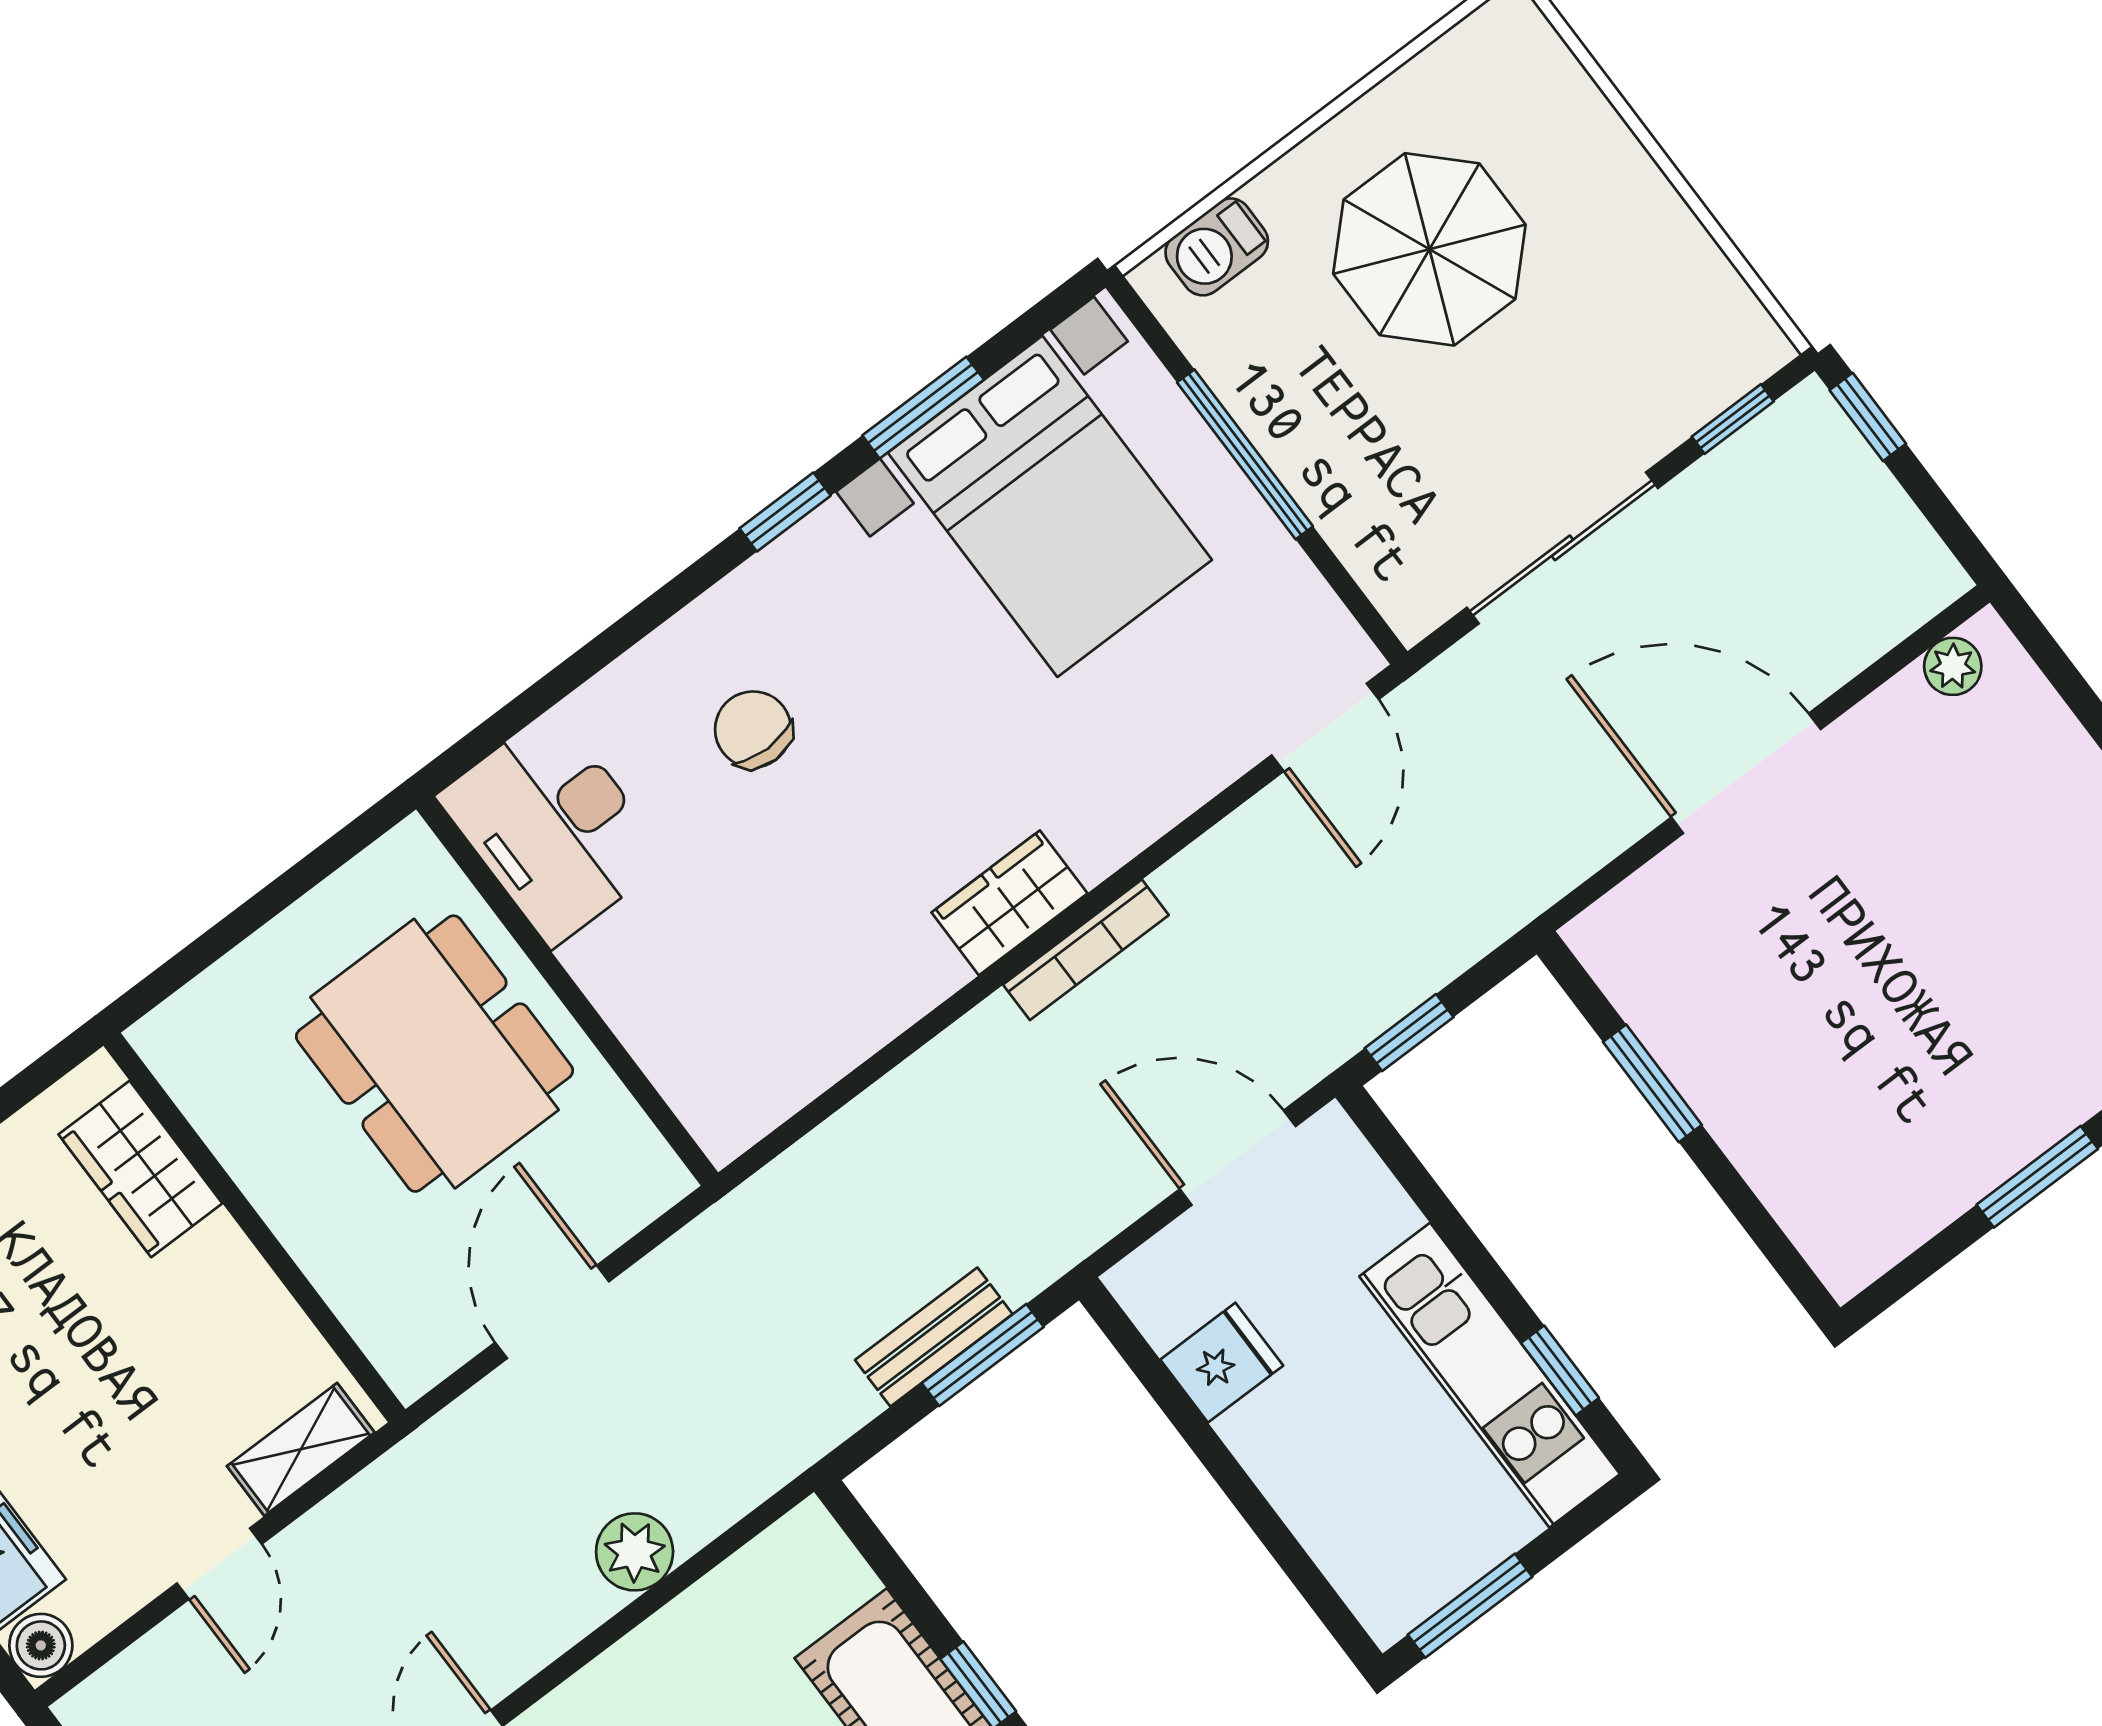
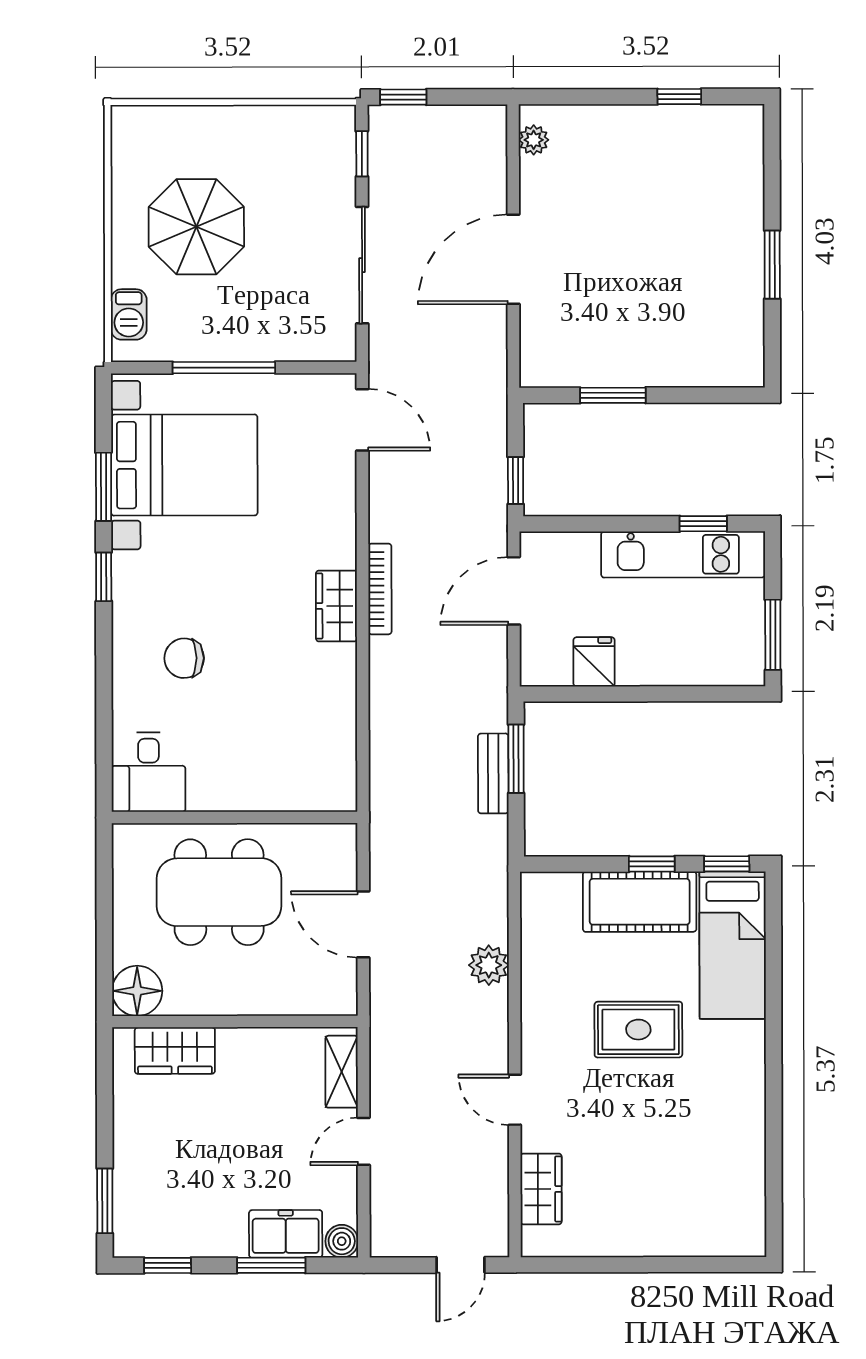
desk: (553, 828) -> (148, 772), width x0.73
floor lamp: (188, 1042) -> (137, 991), added
door: (219, 1564) -> (364, 1141), swing flipped

